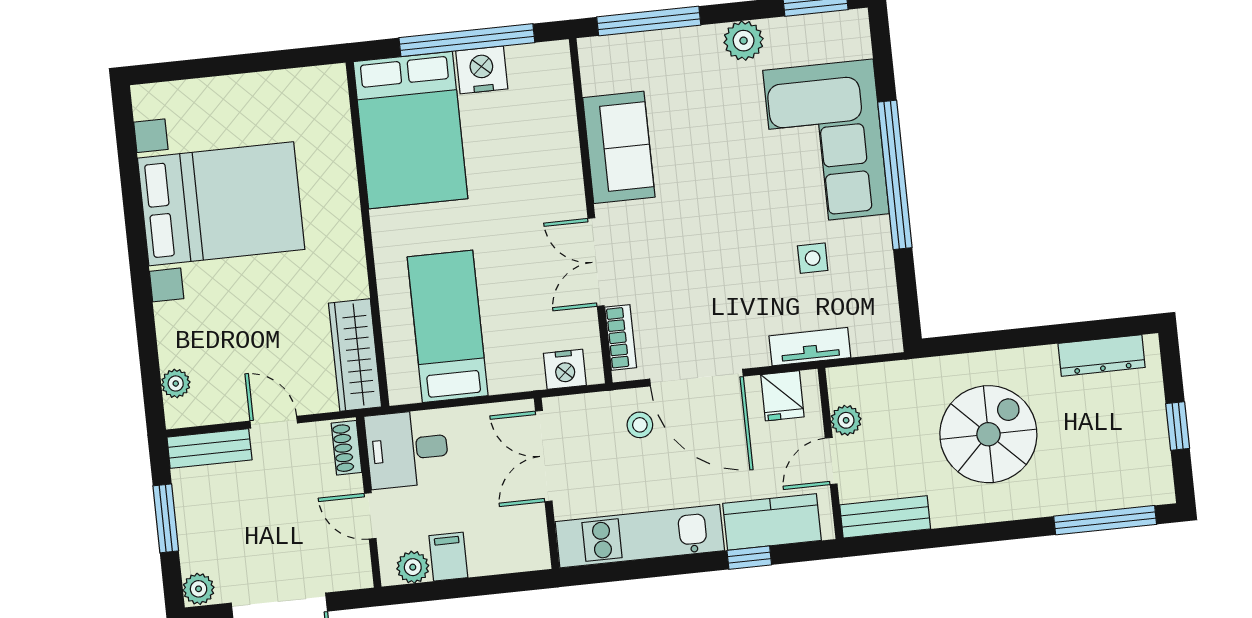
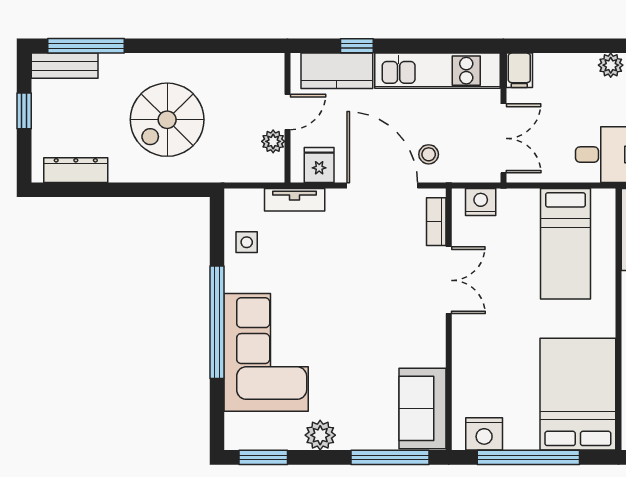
nightstand: (482, 70) -> (484, 434), moved
sofa: (619, 147) -> (423, 408), moved
side table: (813, 258) -> (247, 242), moved
bench: (885, 517) -> (65, 66), moved
filing cabinet: (448, 557) -> (519, 70), moved

